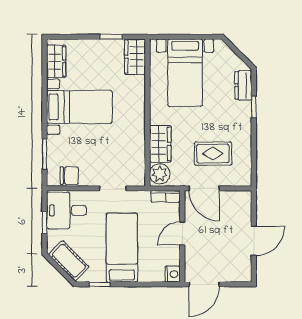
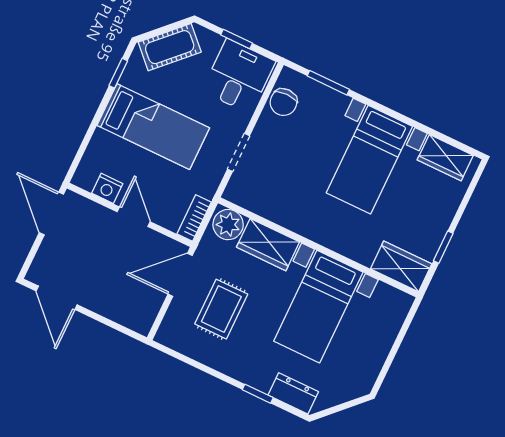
bed with nightstands: (185, 73) -> (318, 307), moved, turned -90
door: (254, 241) -> (57, 298), moved
nightstand: (173, 274) -> (107, 188), moved

